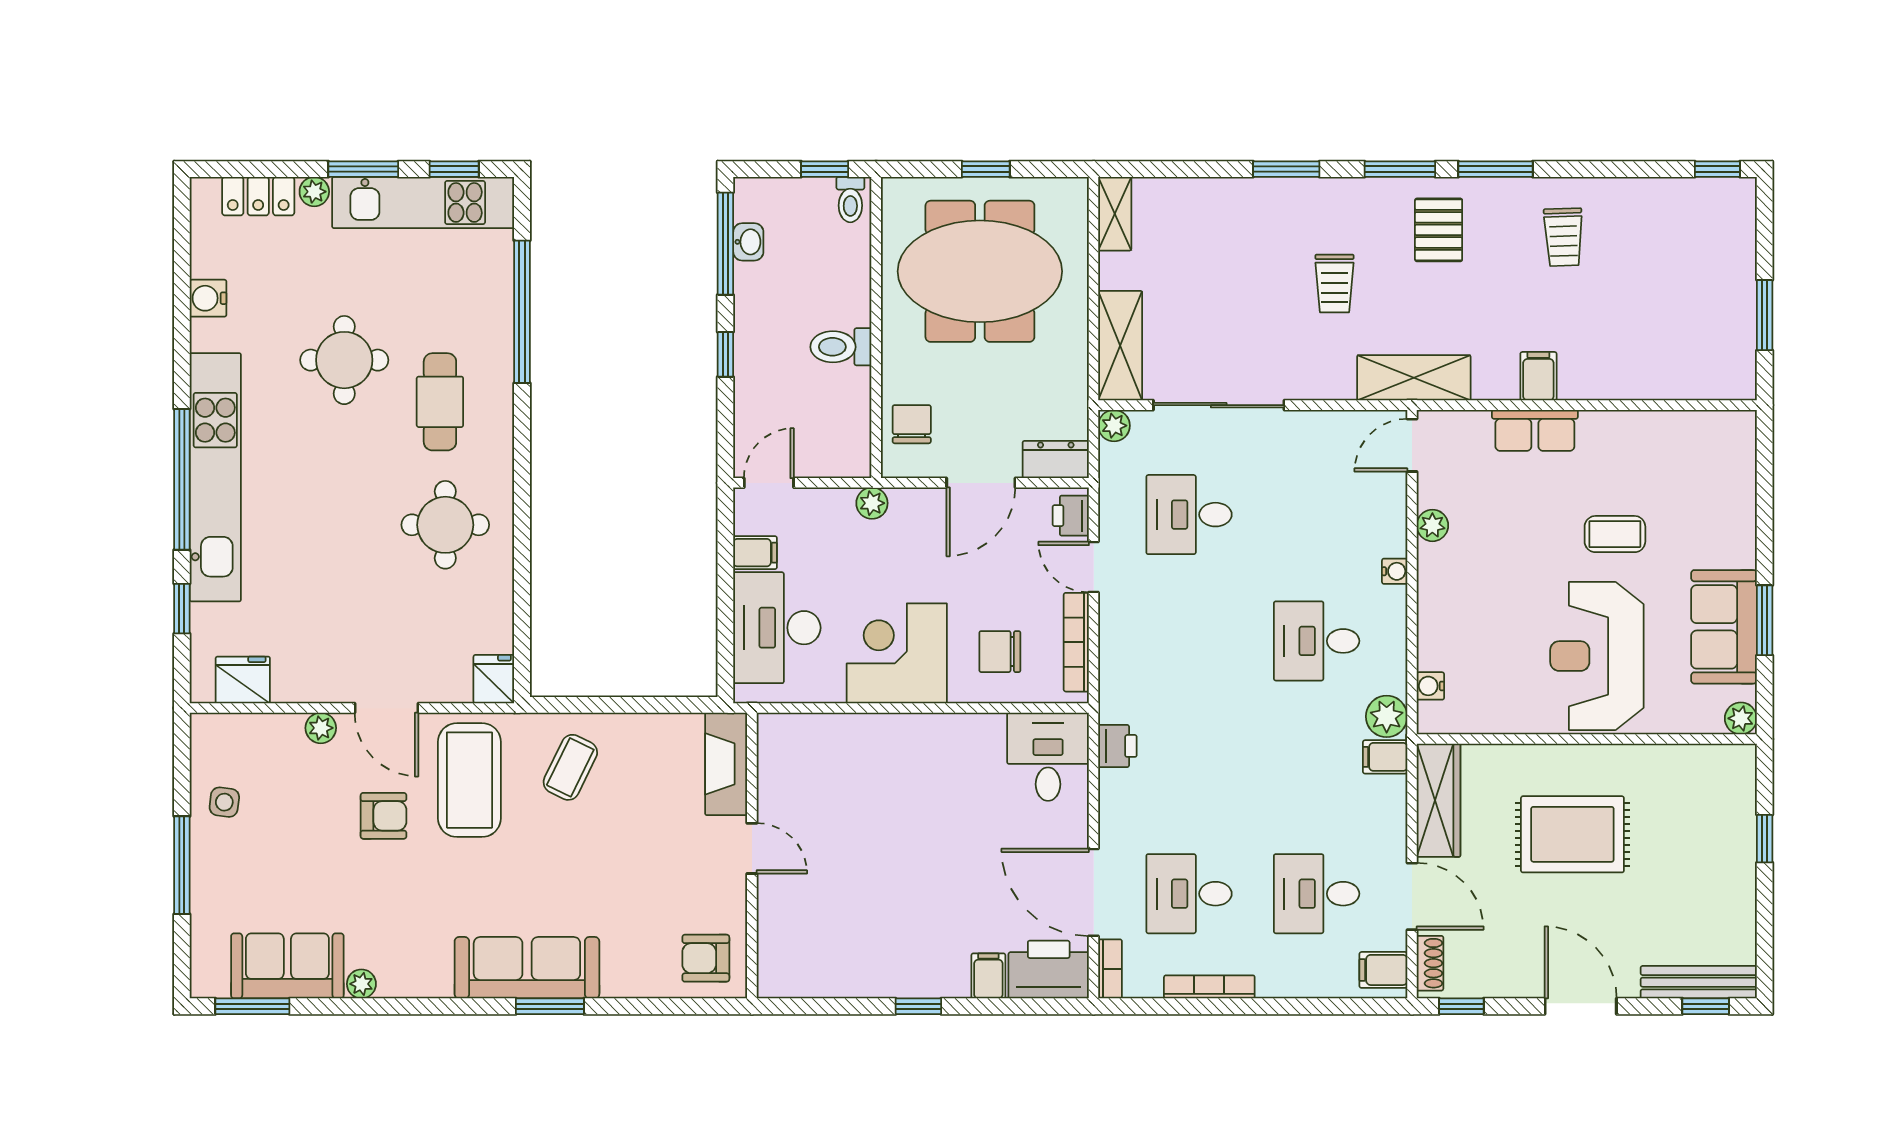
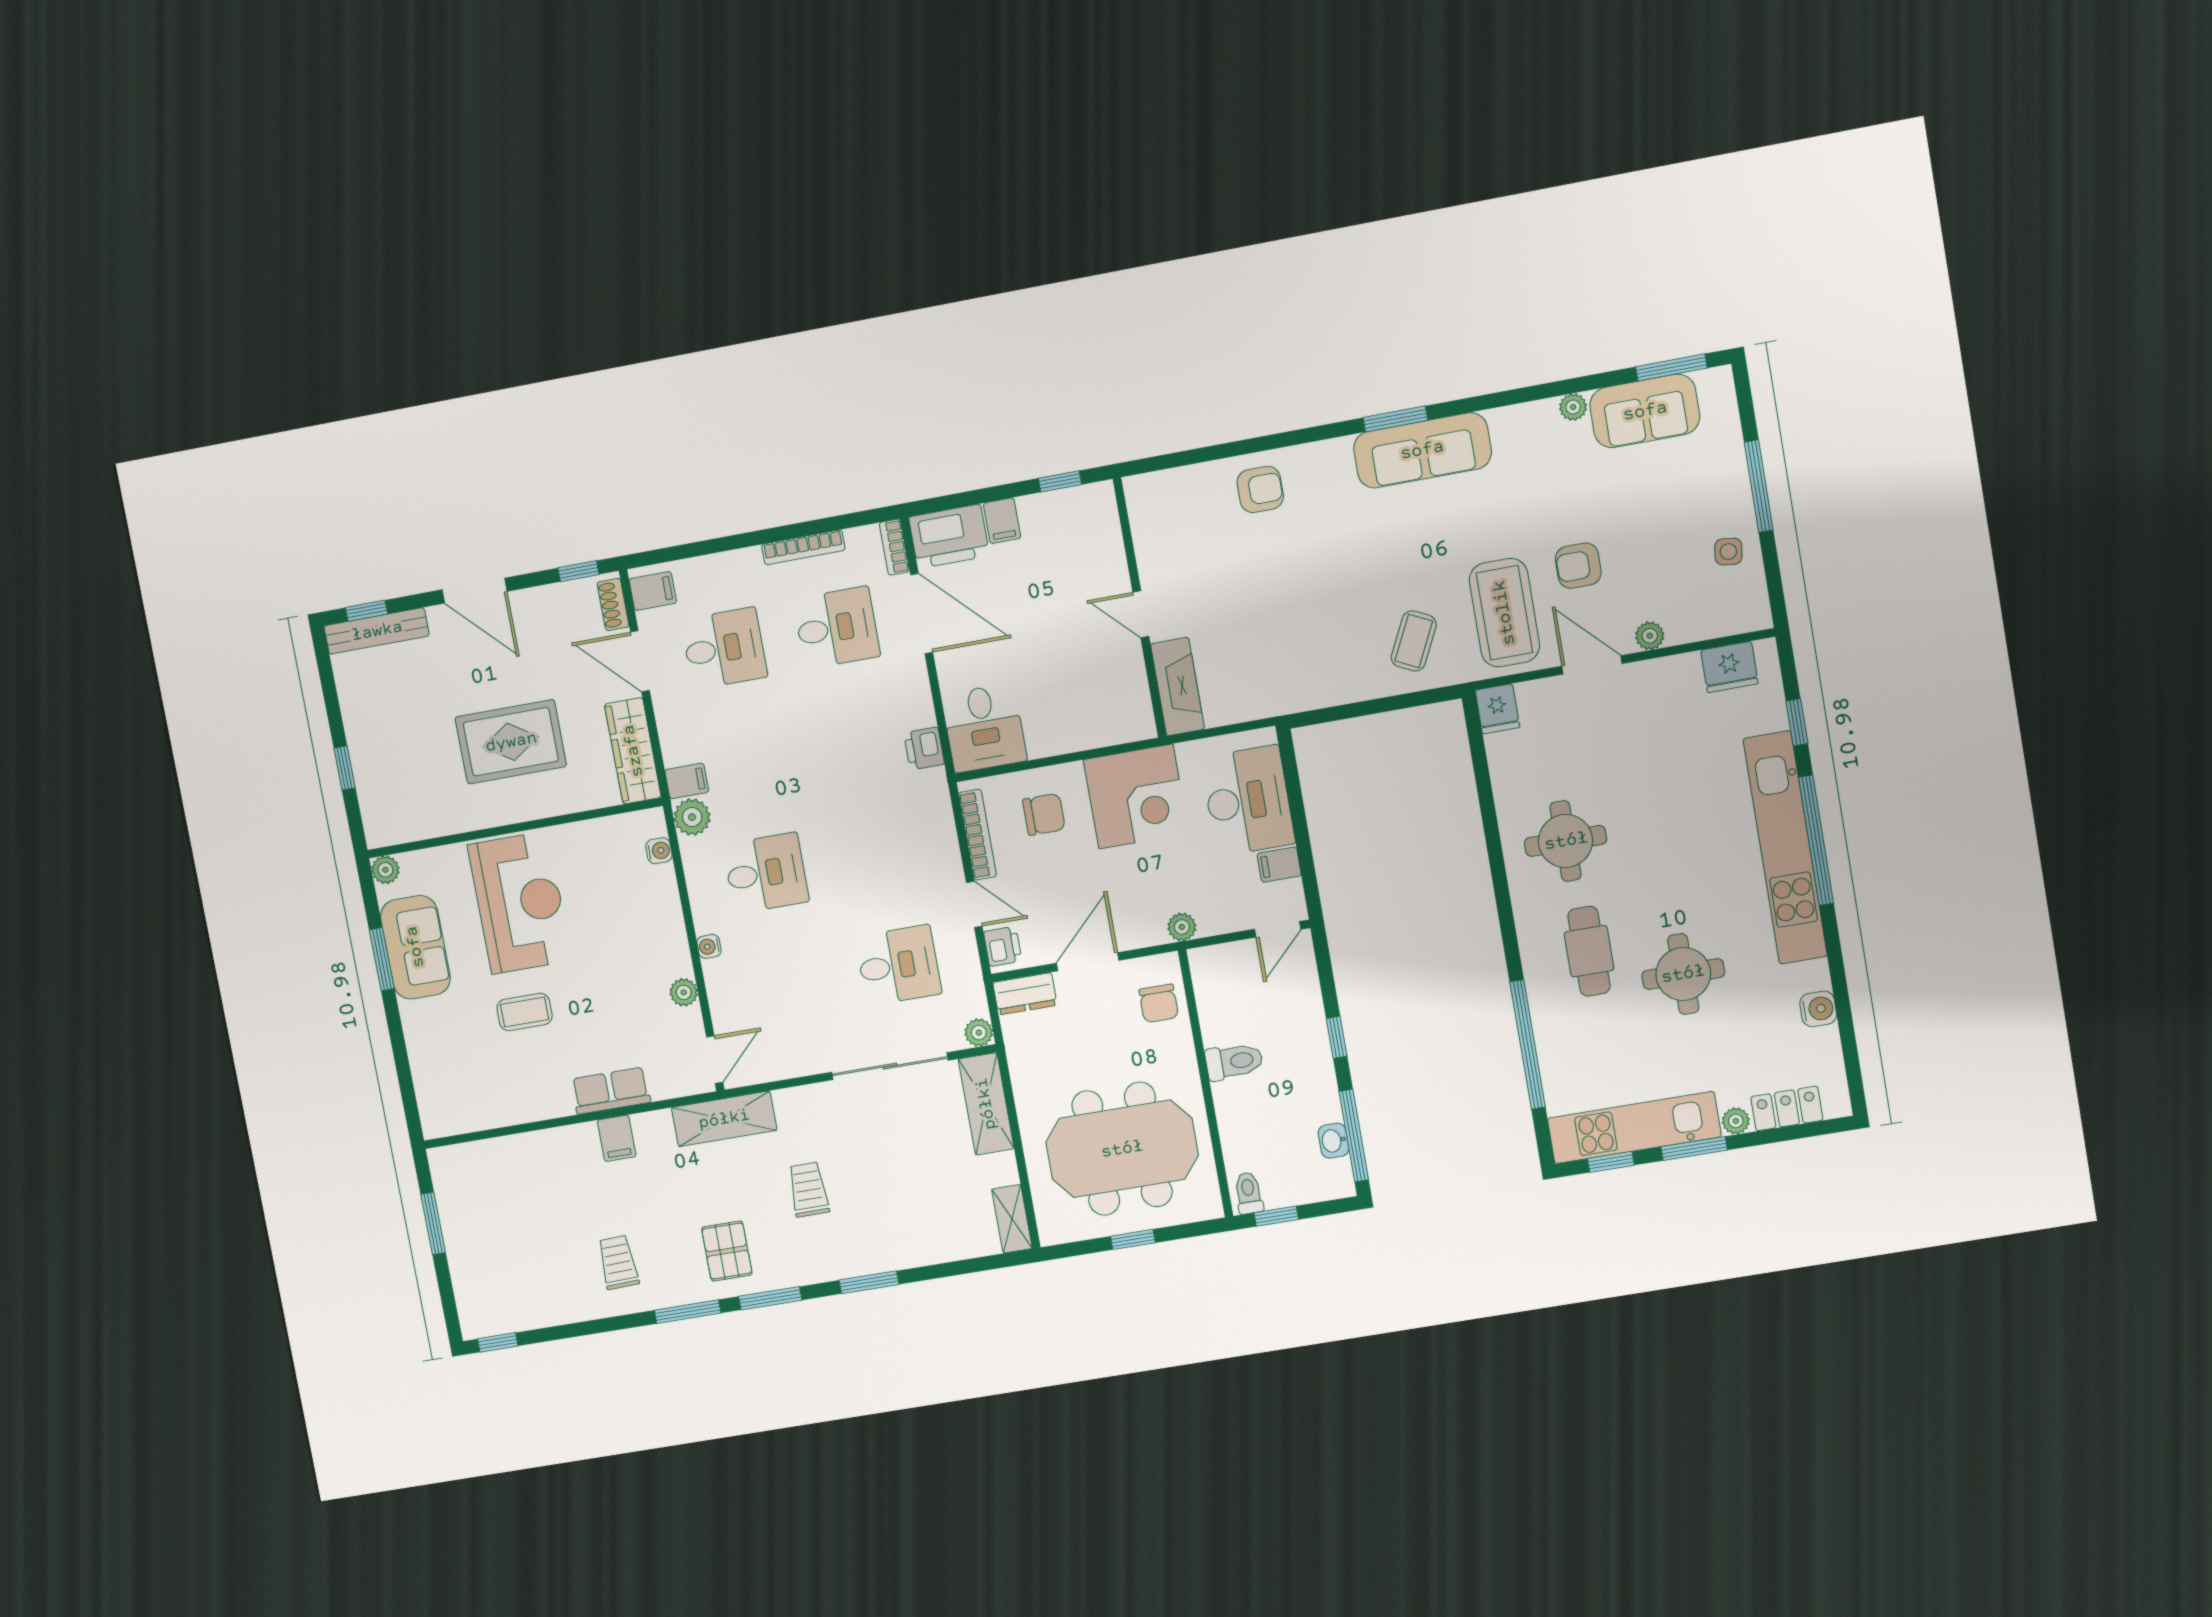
fireplace: (726, 764) -> (1177, 687), moved
door: (752, 848) -> (1141, 614), moved
wall: (752, 856) -> (1140, 608), moved

